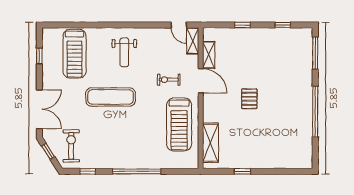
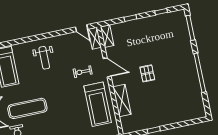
shelving: (209, 55) -> (107, 36), moved
exercise mat: (111, 97) -> (27, 108), moved
shelving: (210, 143) -> (122, 101), moved

